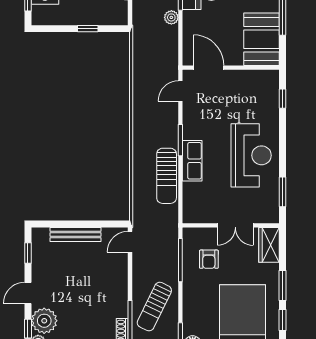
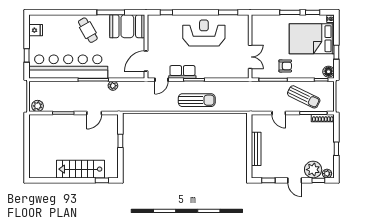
door: (180, 91) -> (161, 80), hinge flipped
row of seats: (192, 161) -> (182, 72), moved
sun lounger: (167, 176) -> (197, 100), moved
double door: (235, 225) -> (250, 57), moved
door: (130, 242) -> (279, 113), moved
wardrobe: (269, 245) -> (263, 21), removed
armchair: (209, 259) -> (285, 66), moved

